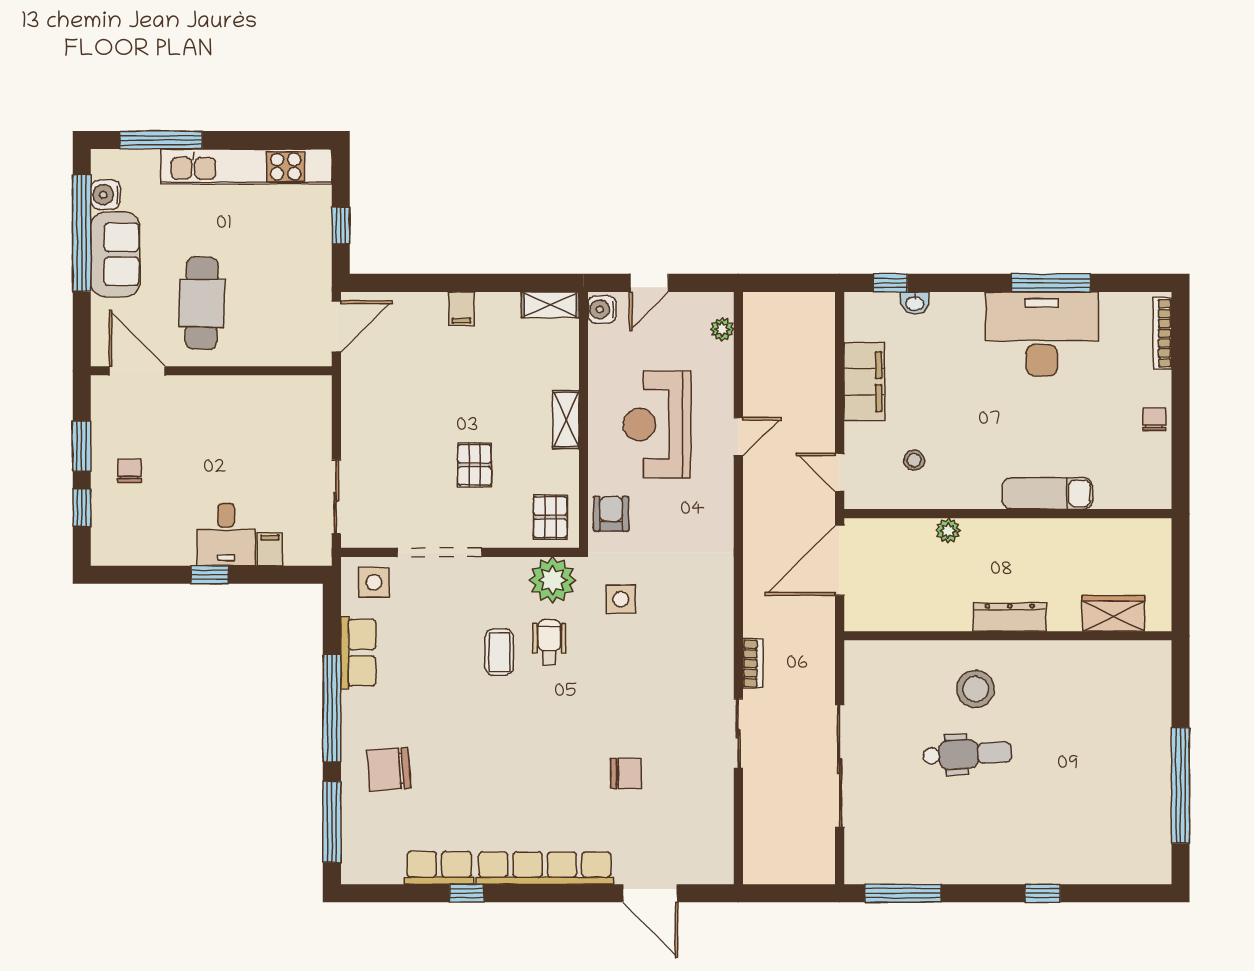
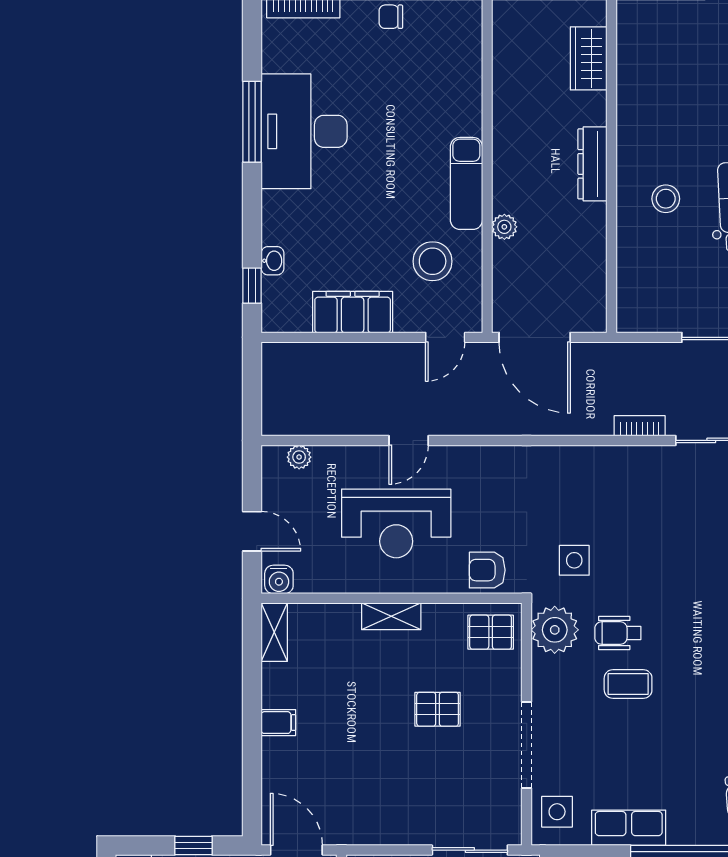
door: (738, 437) -> (409, 440), swing flipped
stool: (914, 460) -> (433, 261), width x1.89, depth x1.89
exam couch: (1047, 493) -> (466, 183), moved
stool: (976, 689) -> (666, 199), width x0.73, depth x0.73

